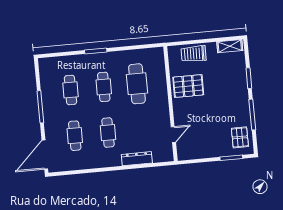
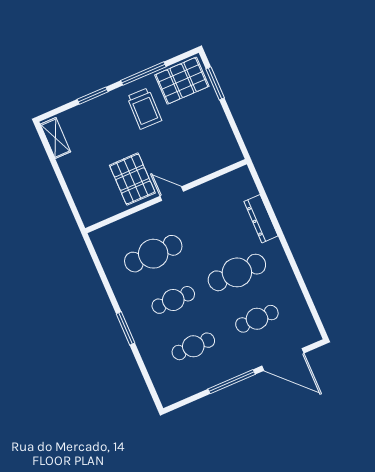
trolley: (194, 54) -> (144, 108), moved
cafe table: (108, 133) -> (237, 272), width x1.37, depth x1.35
door: (173, 134) -> (172, 194), moved
pallet: (240, 137) -> (182, 81), width x1.50, depth x1.42
door: (45, 155) -> (283, 359), moved

